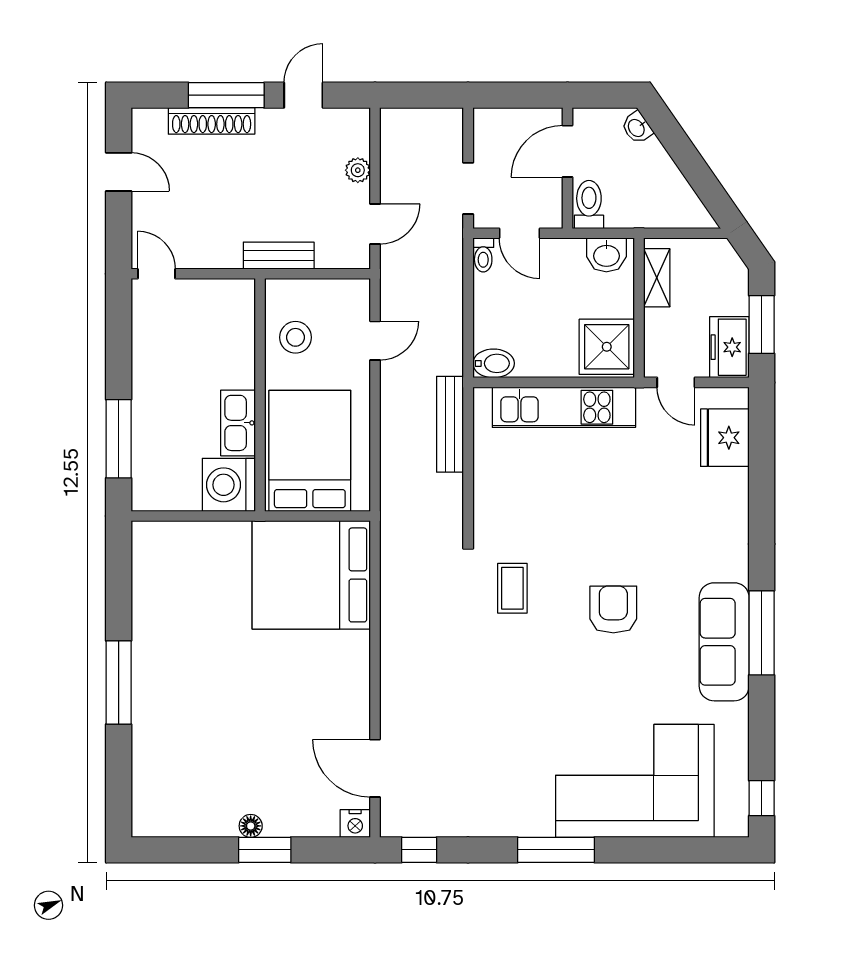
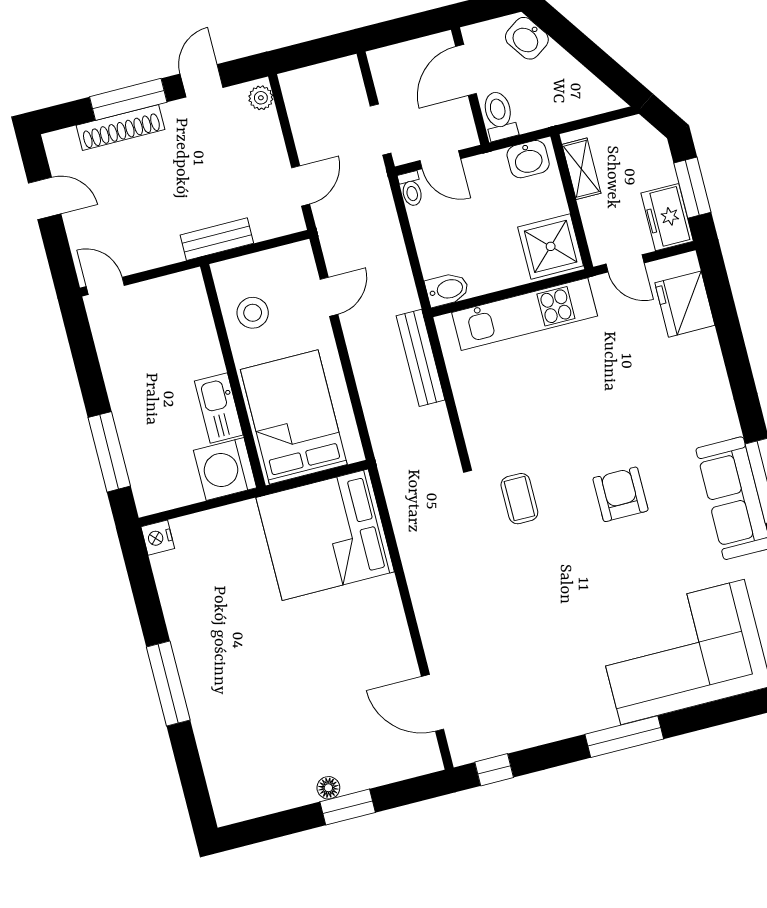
washbasin: (637, 128) -> (527, 38), width x1.38, depth x1.45
plant: (358, 170) -> (261, 98), moved
nightstand: (355, 824) -> (158, 538), moved, turned 90

